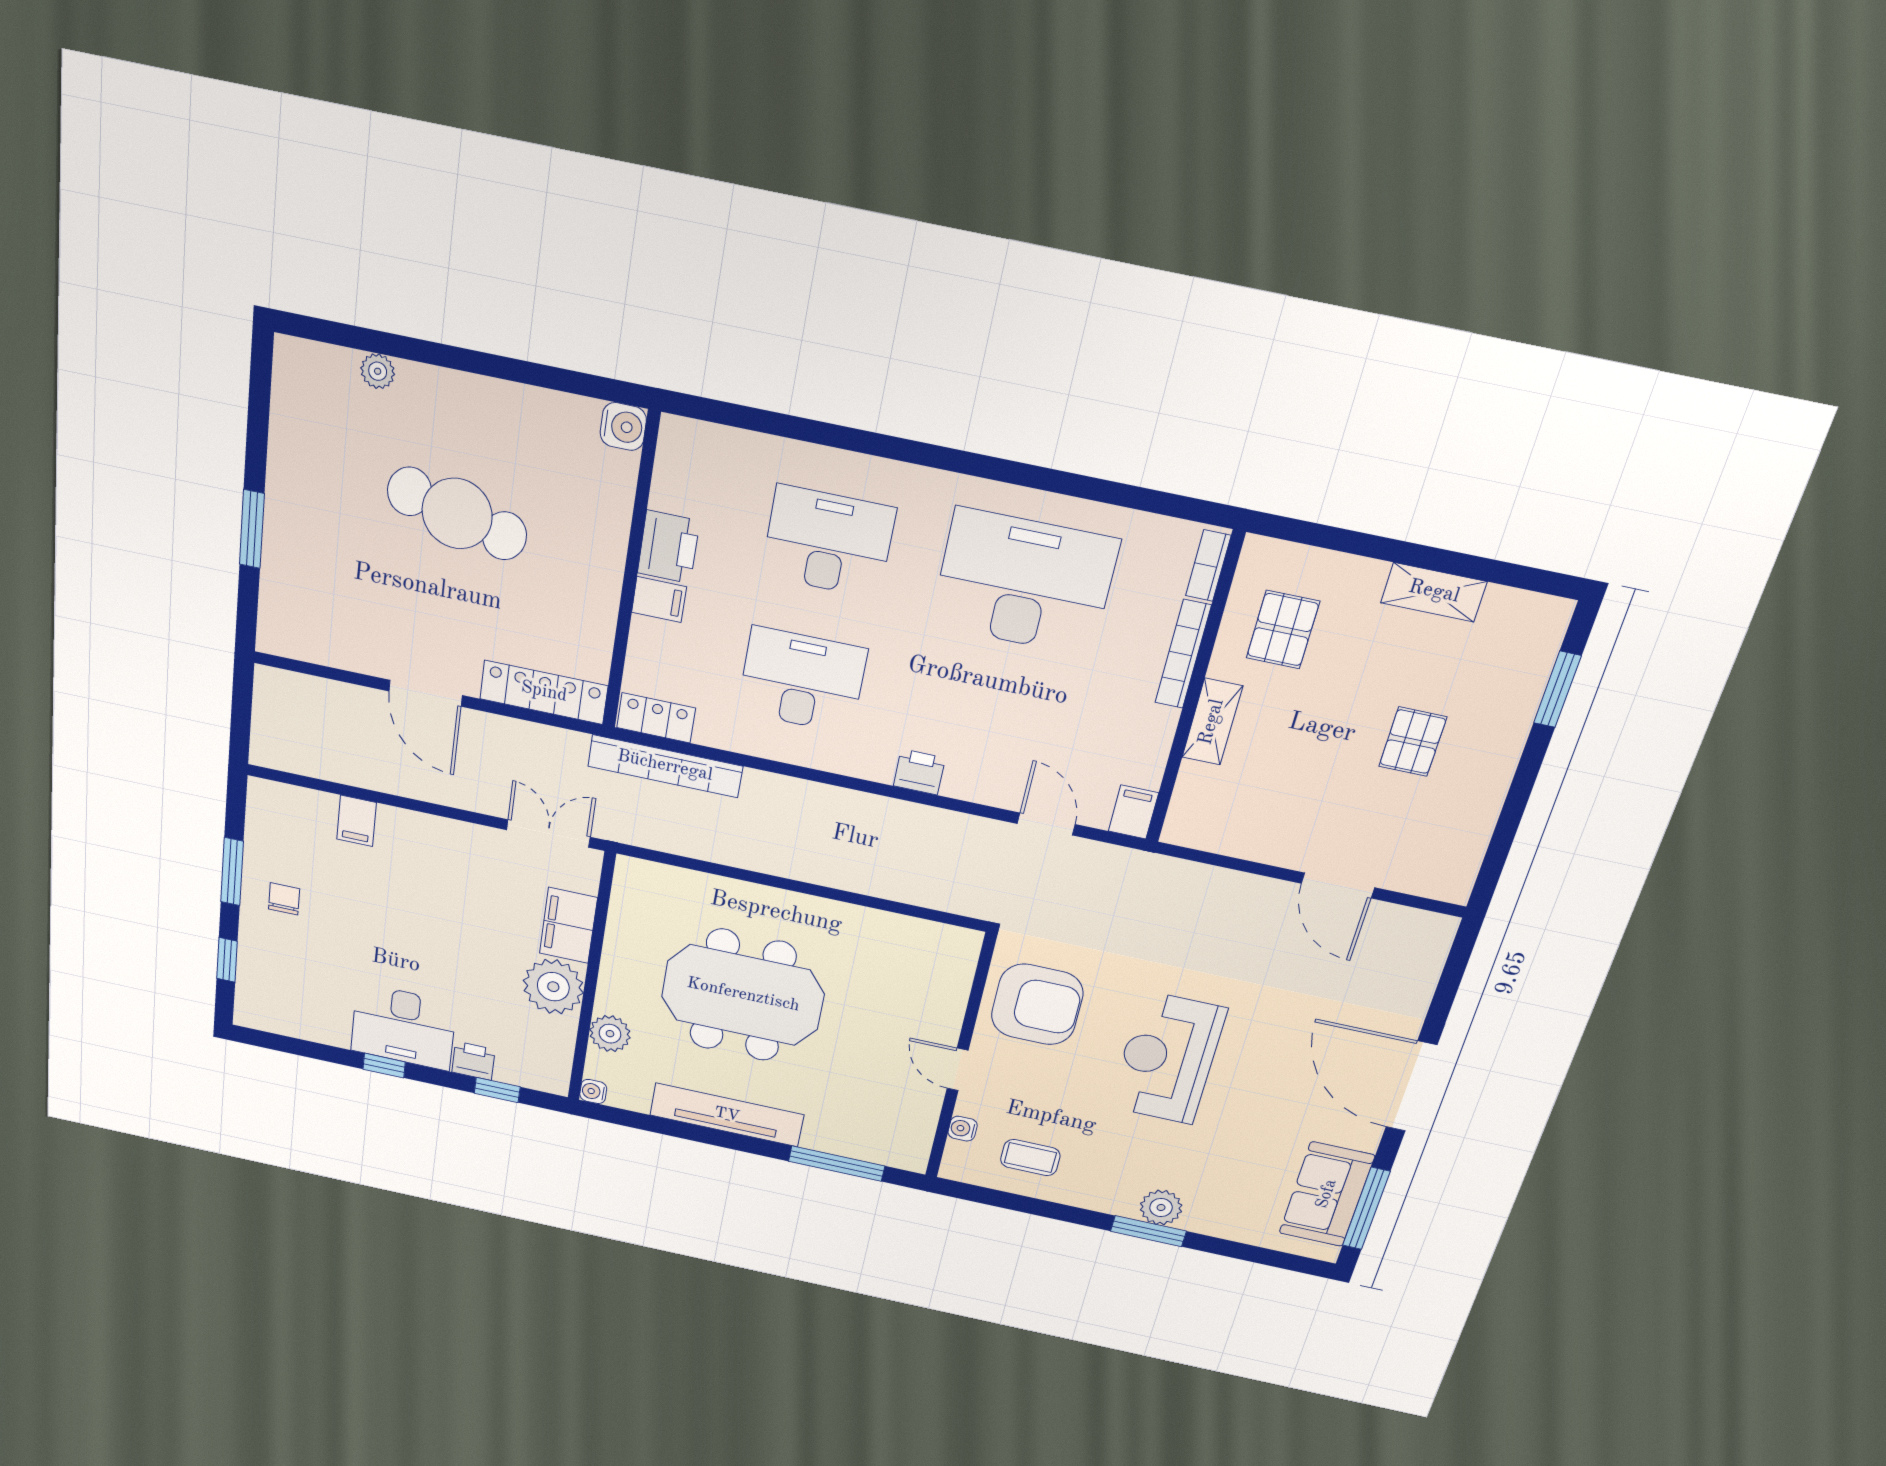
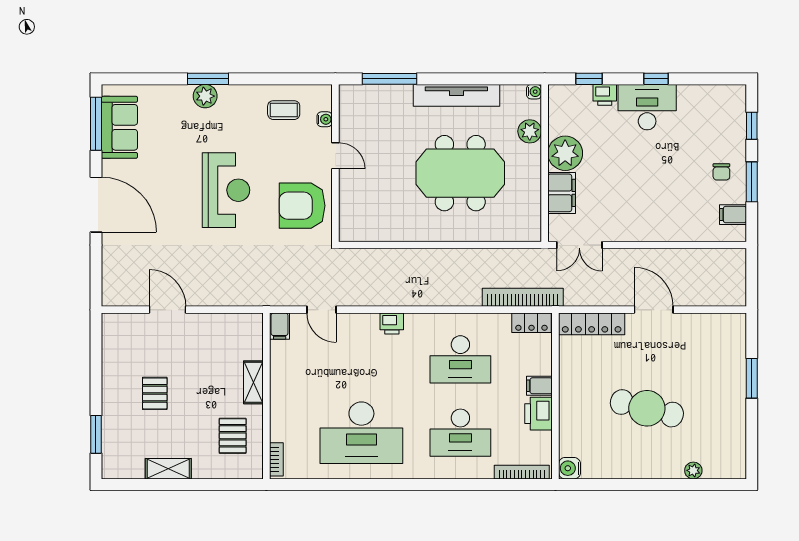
bookcase: (1183, 654) -> (522, 472), moved, turned -90
filing cabinet: (356, 821) -> (733, 215), moved, turned -90

